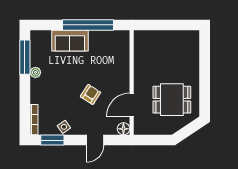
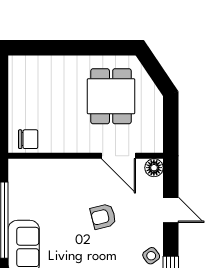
chair: (143, 44) -> (28, 139), added
armchair: (91, 94) -> (103, 216), turned -47

